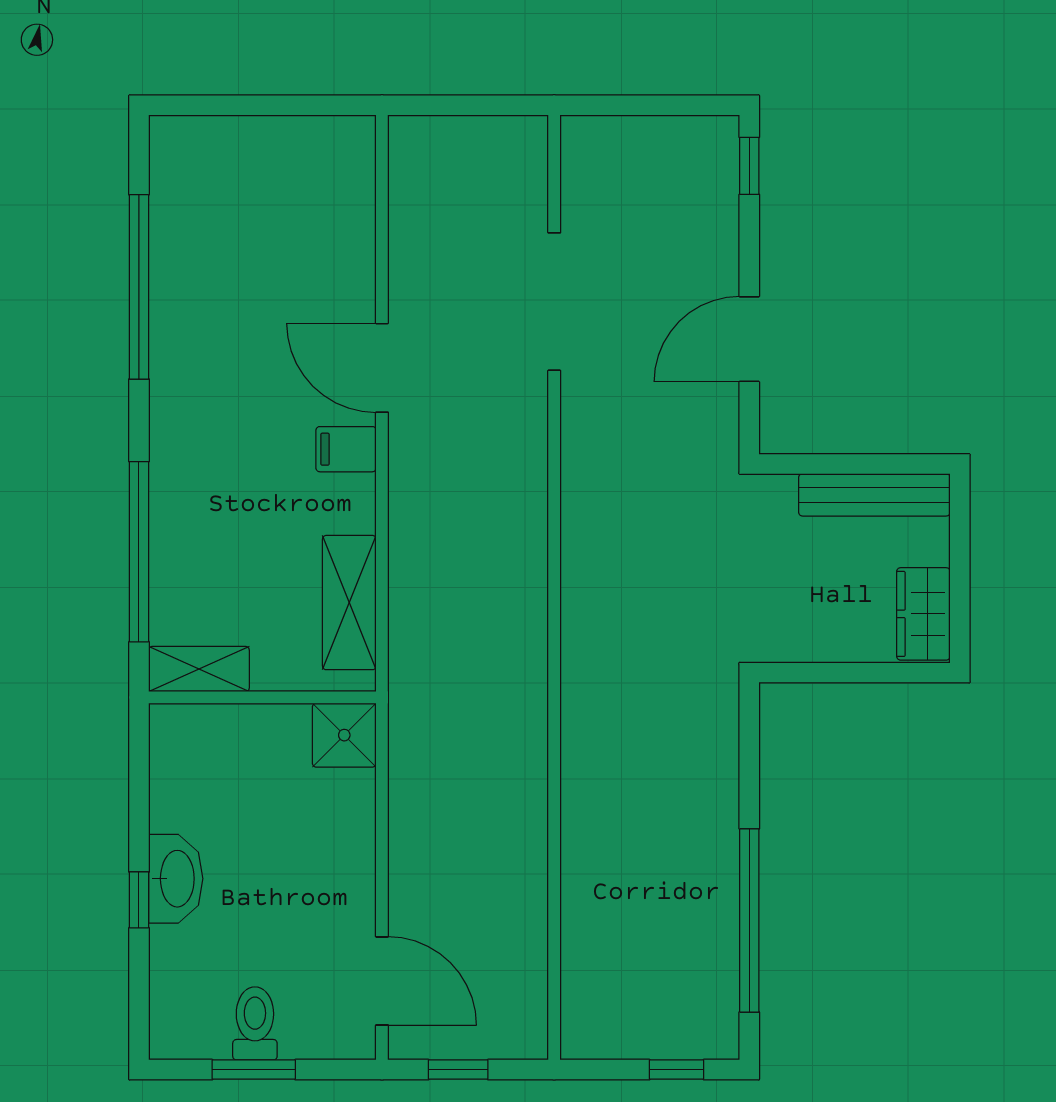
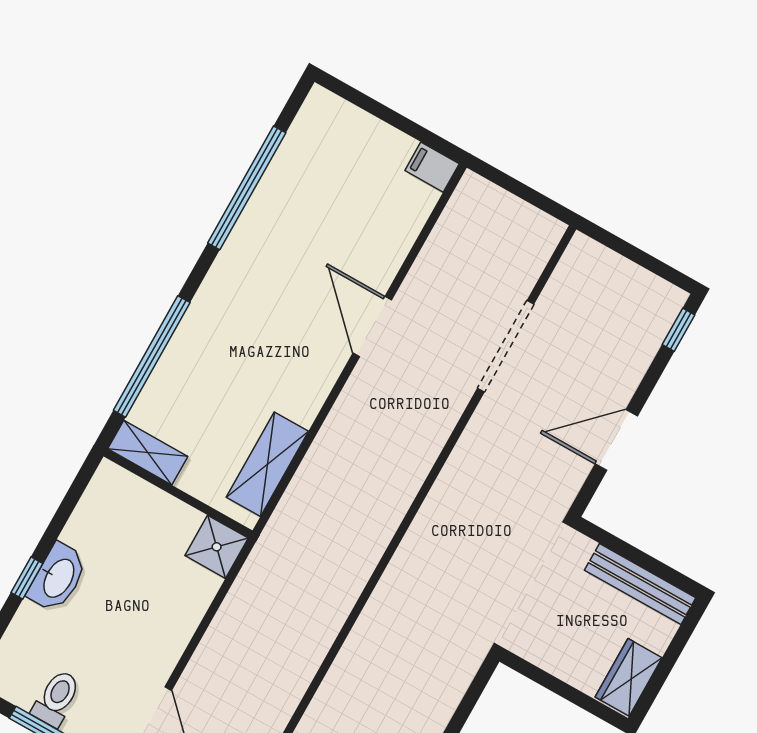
filing cabinet: (346, 449) -> (432, 167), moved

